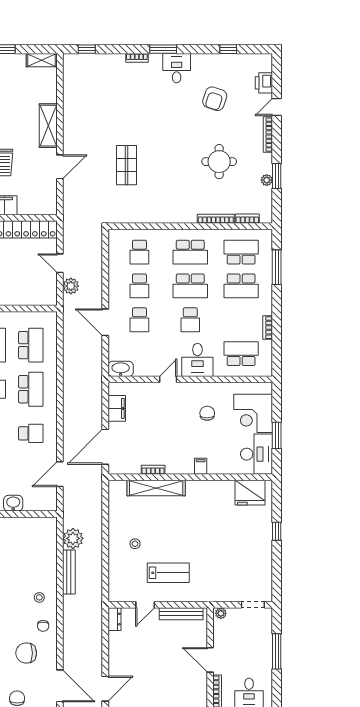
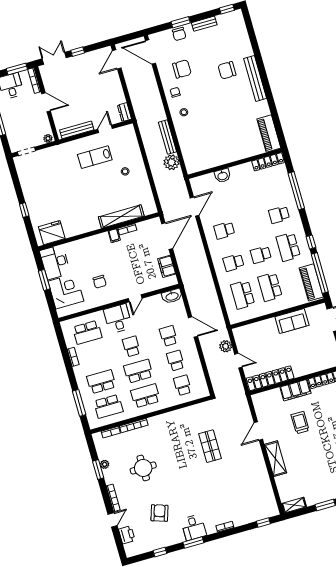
window: (163, 49) -> (193, 542), moved
school desk: (31, 389) -> (233, 263), width x0.54
filing cabinet: (201, 466) -> (114, 236), moved

